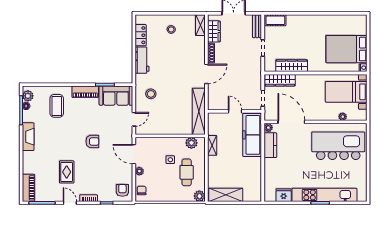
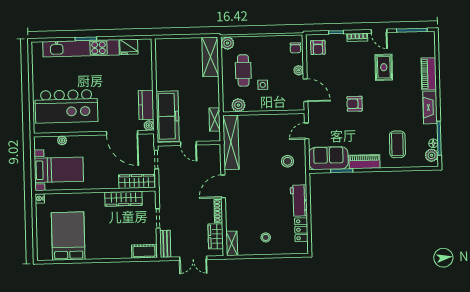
bed: (346, 49) -> (68, 236), moved, turned -90
shelving: (212, 145) -> (215, 120), moved
piano: (28, 188) -> (429, 74), moved
shelving: (226, 195) -> (210, 57), moved, turned 90

